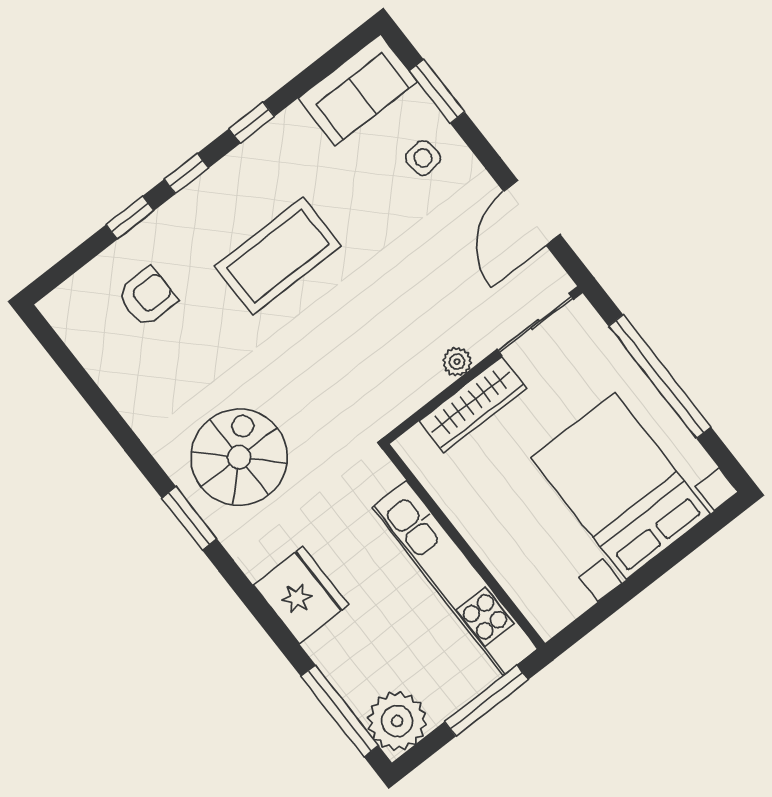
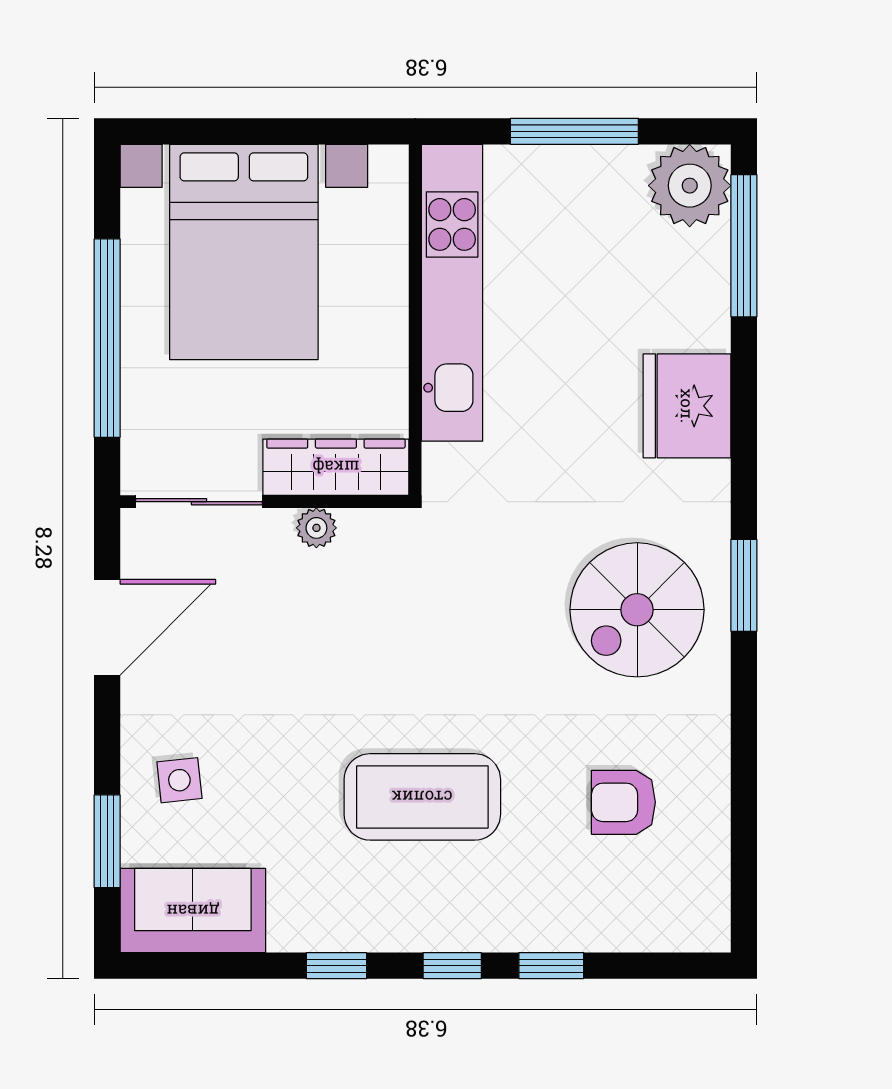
armchair: (147, 297) -> (623, 802), moved
wall: (464, 546) -> (415, 320), moved
kitchen unit: (455, 578) -> (452, 293), moved

